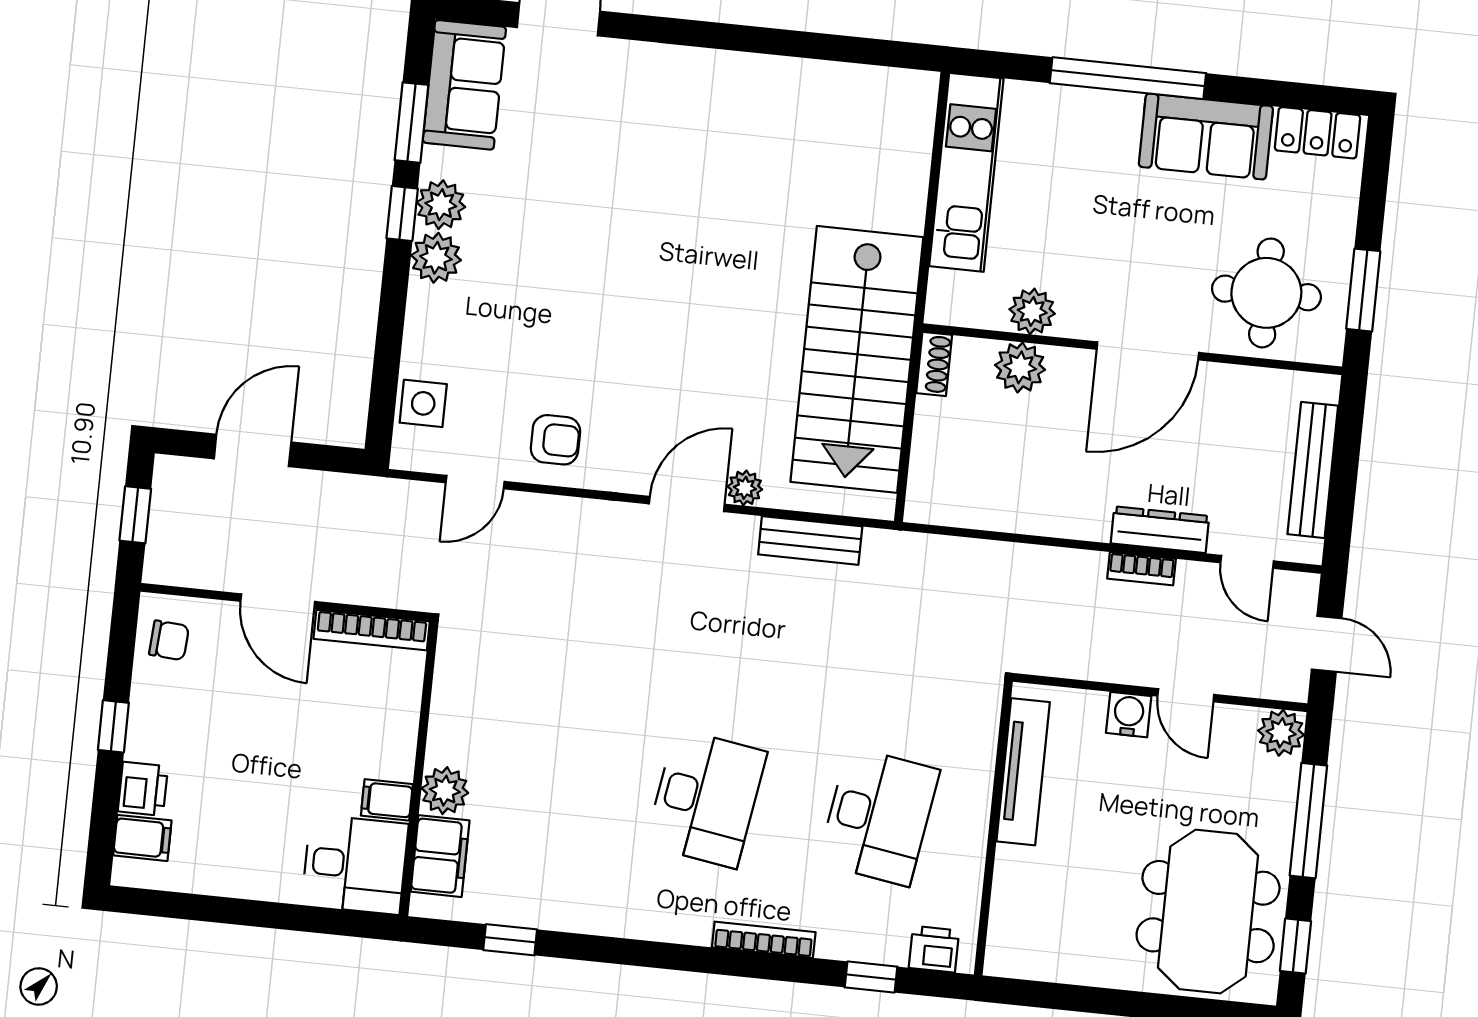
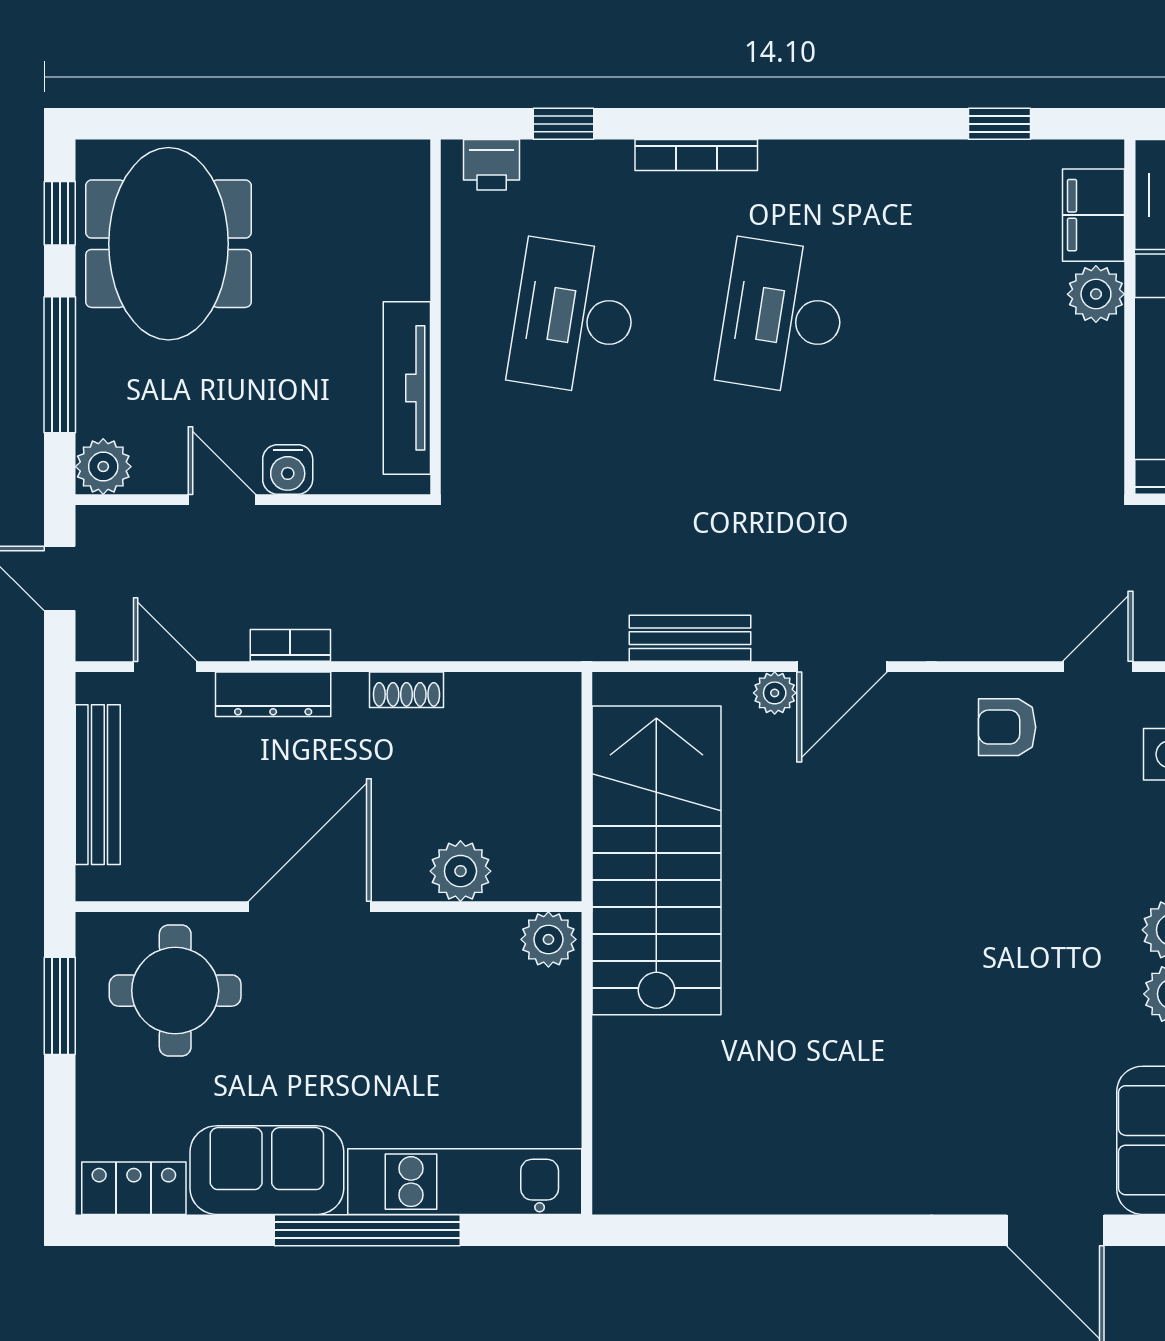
kitchen unit: (966, 172) -> (465, 1182), moved, turned 90
plant: (1032, 311) -> (548, 939), moved
shoe rack: (934, 364) -> (407, 690), moved, turned -90

